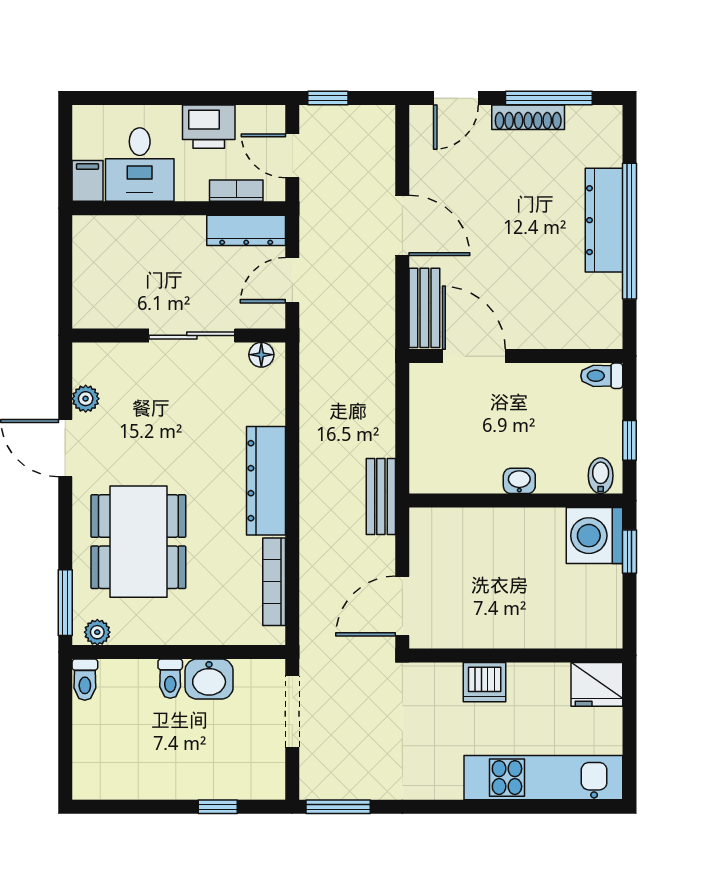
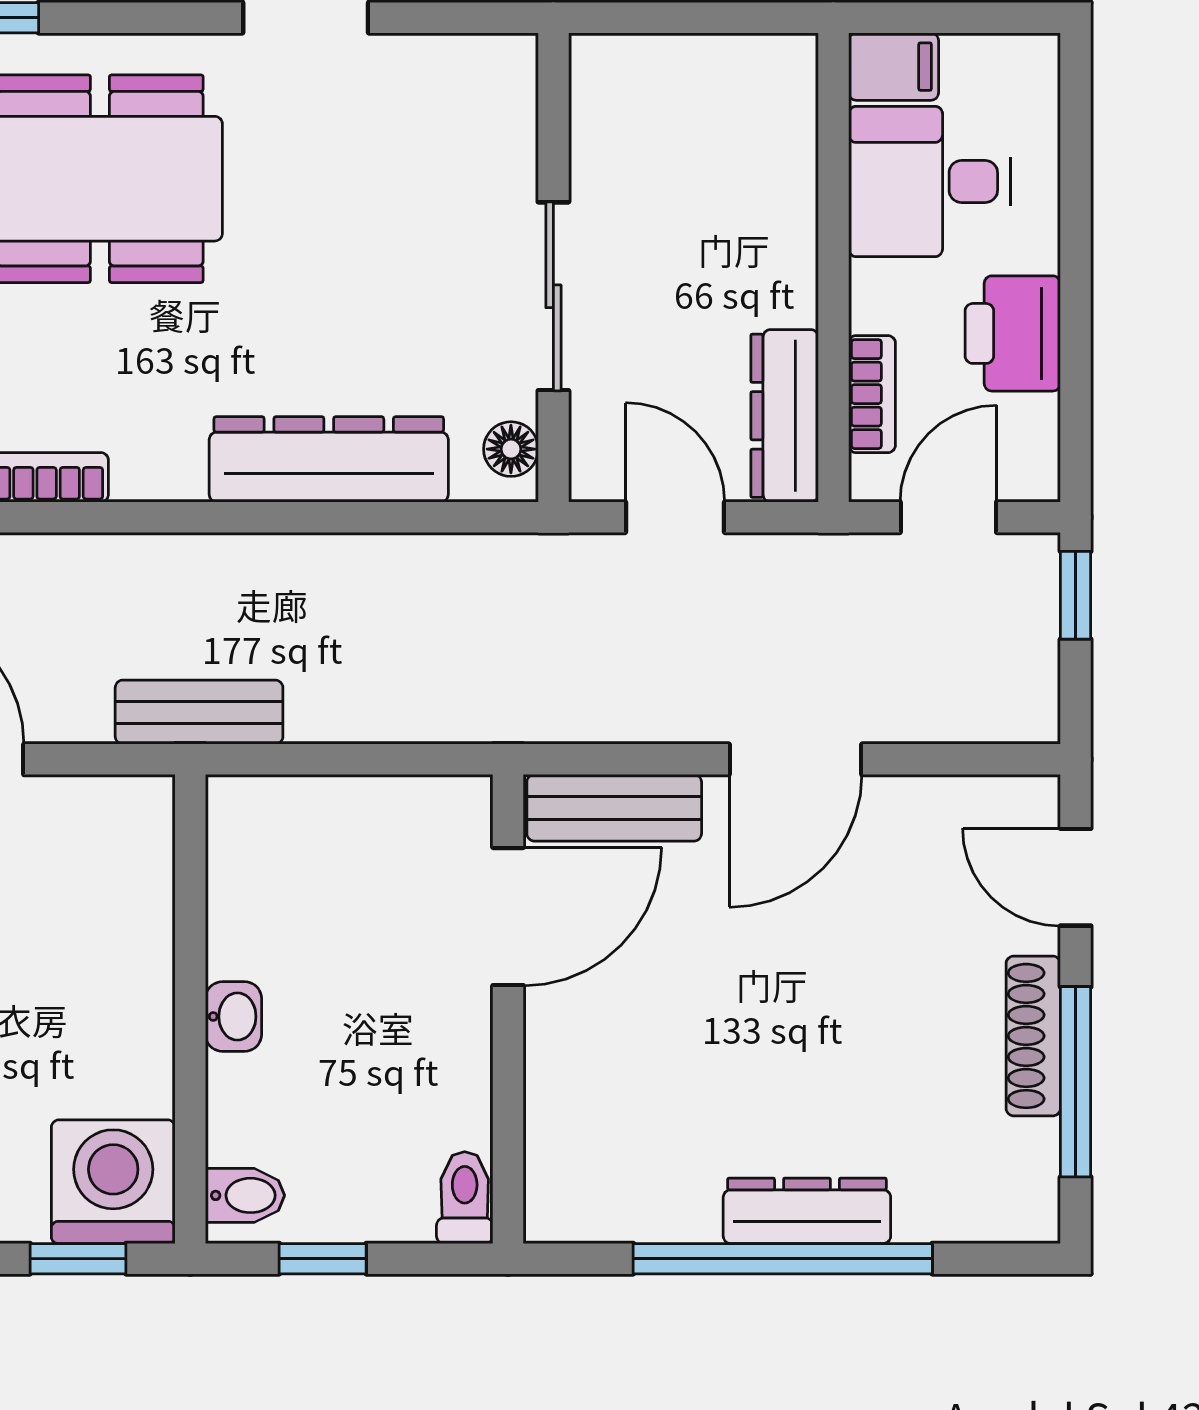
dresser: (604, 220) -> (807, 1211), width x0.73, depth x0.80
plant: (86, 399) -> (414, 62), removed
dresser: (266, 481) -> (329, 459), moved

